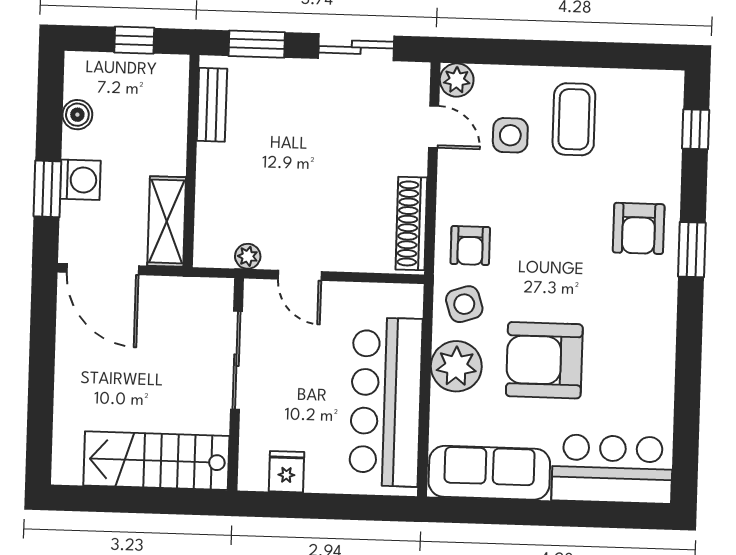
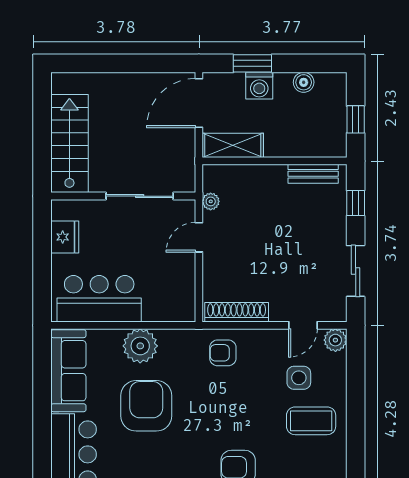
window: (257, 44) -> (356, 203), width x0.67
side table: (464, 304) -> (183, 350), removed
bar counter: (386, 402) -> (99, 299), width x0.73
fridge: (286, 472) -> (65, 237), width x1.38

